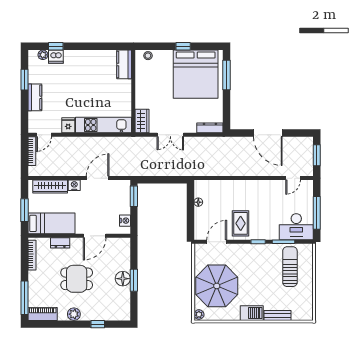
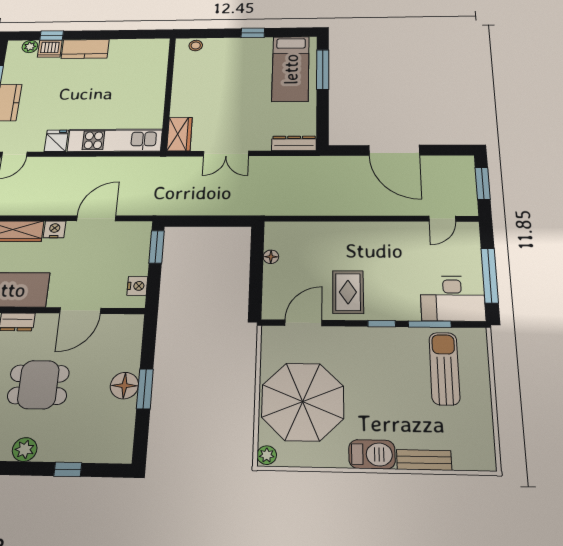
kitchen counter: (124, 64) -> (85, 49), moved, turned -90
bed: (196, 74) -> (291, 69), width x0.49

